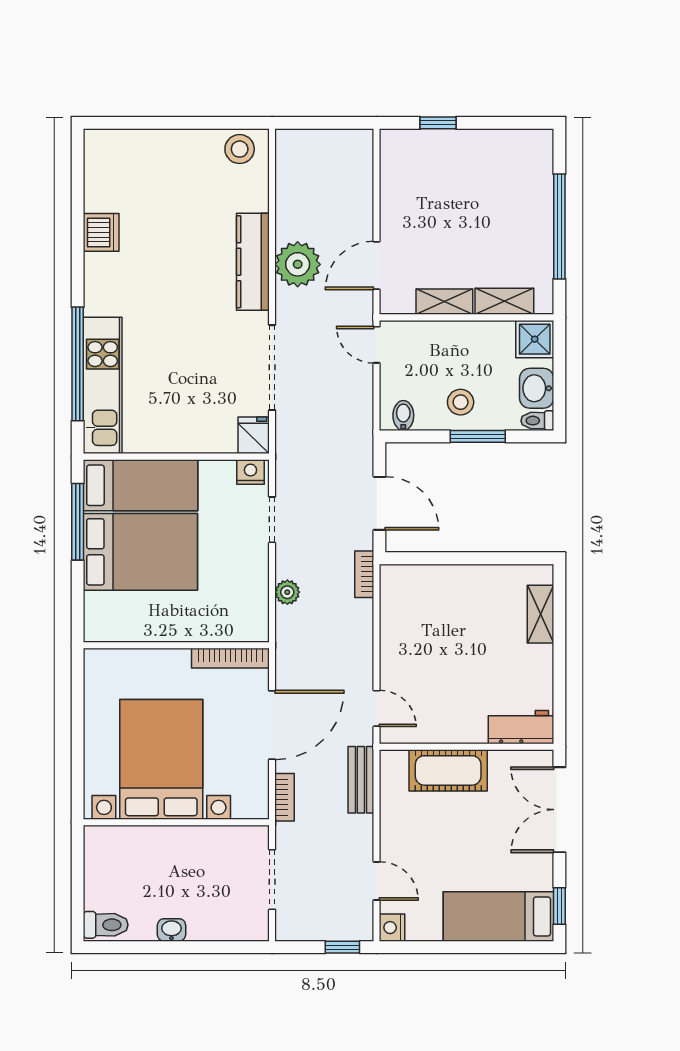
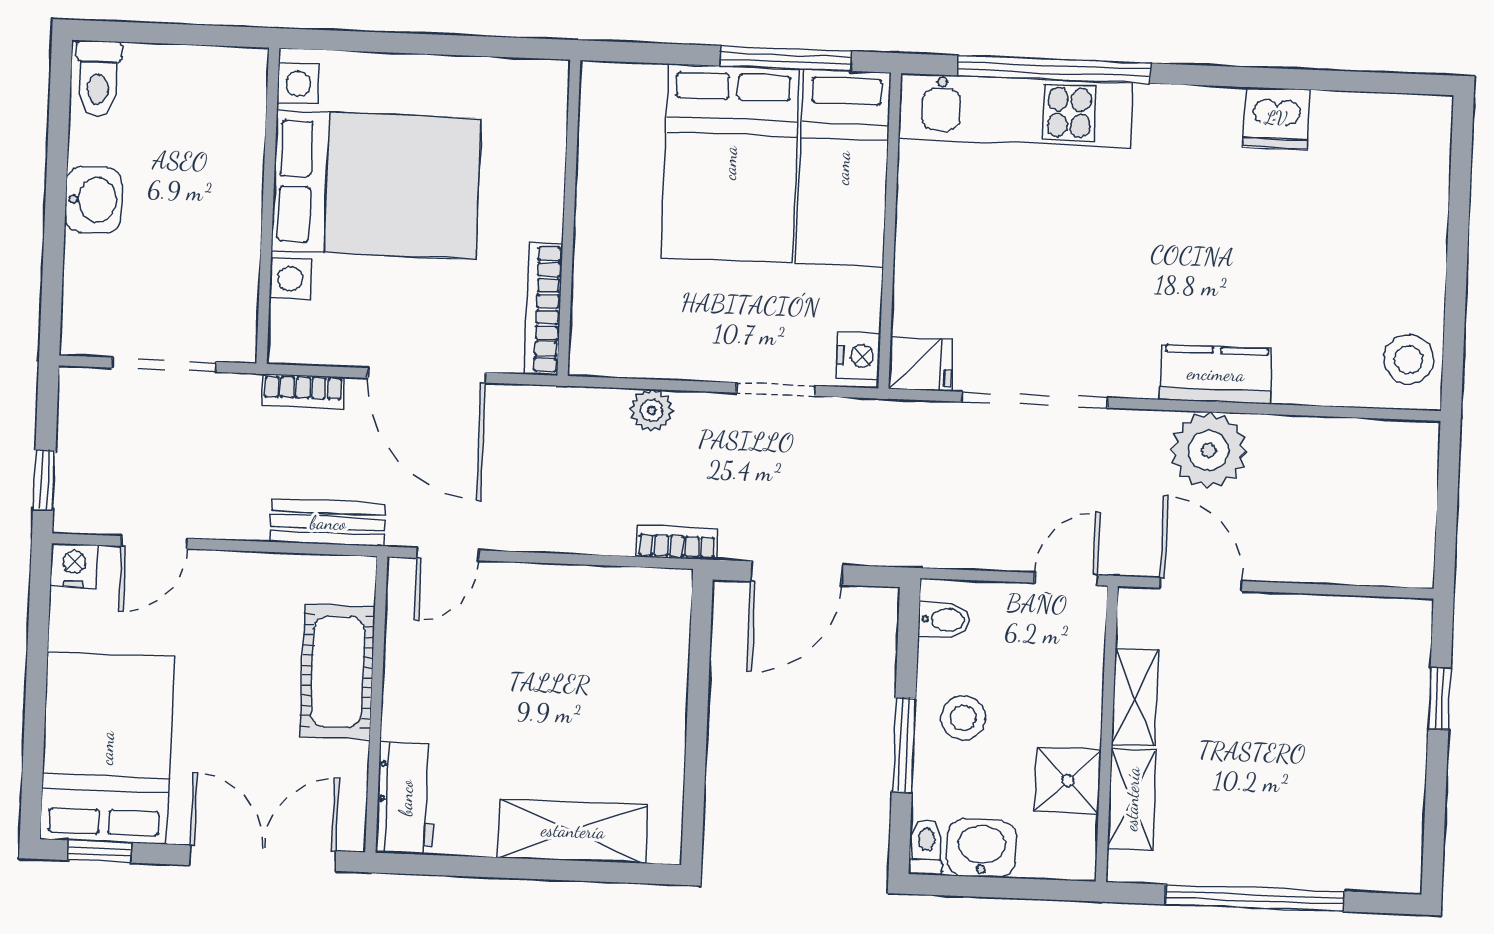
kitchen counter: (253, 262) -> (1216, 374), width x0.67
shower: (535, 339) -> (1068, 780), moved
shelving: (541, 614) -> (573, 831), width x1.50, depth x1.33
bed: (498, 916) -> (107, 748), width x1.50
washbasin: (172, 930) -> (93, 200), width x1.38, depth x1.45

